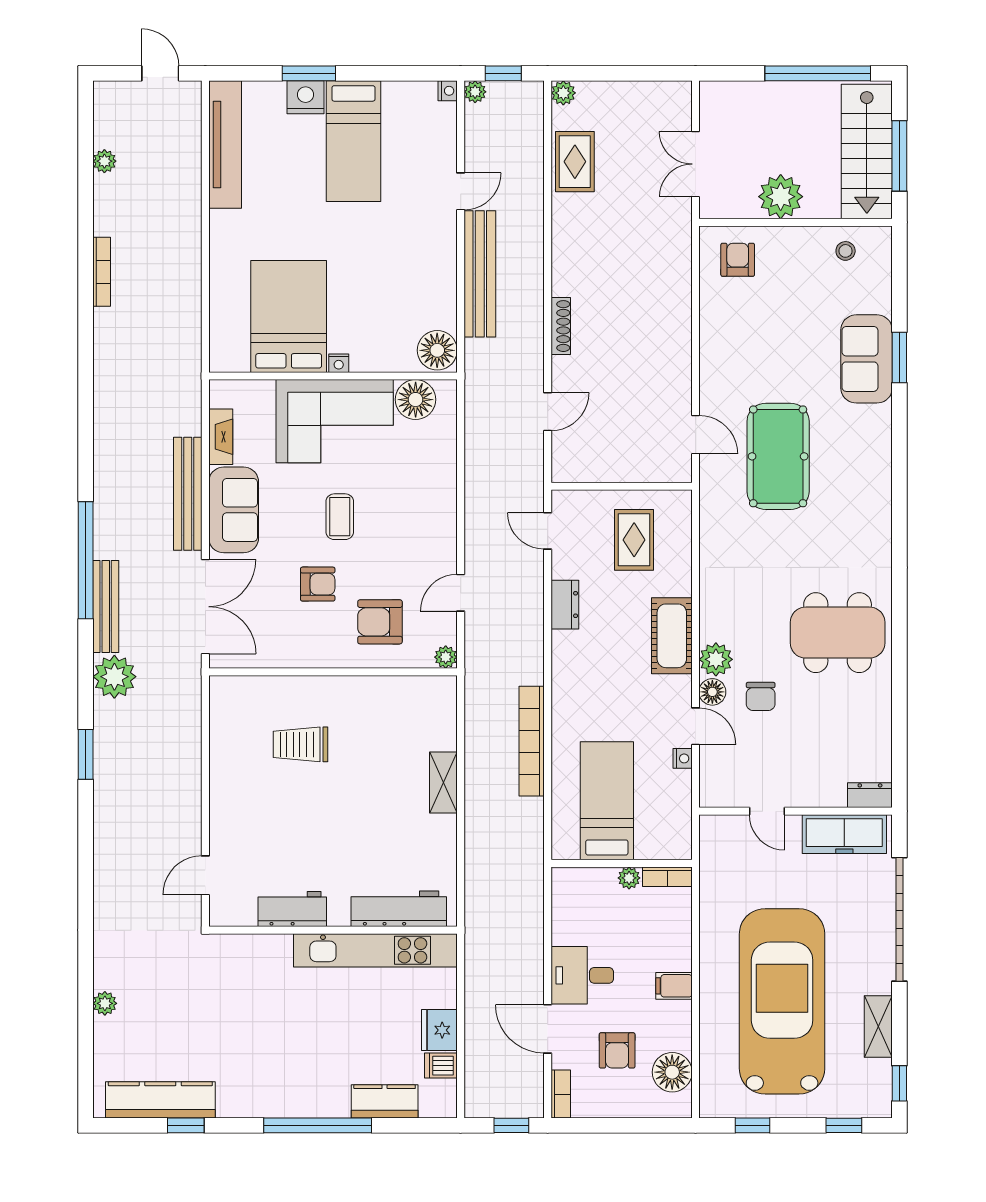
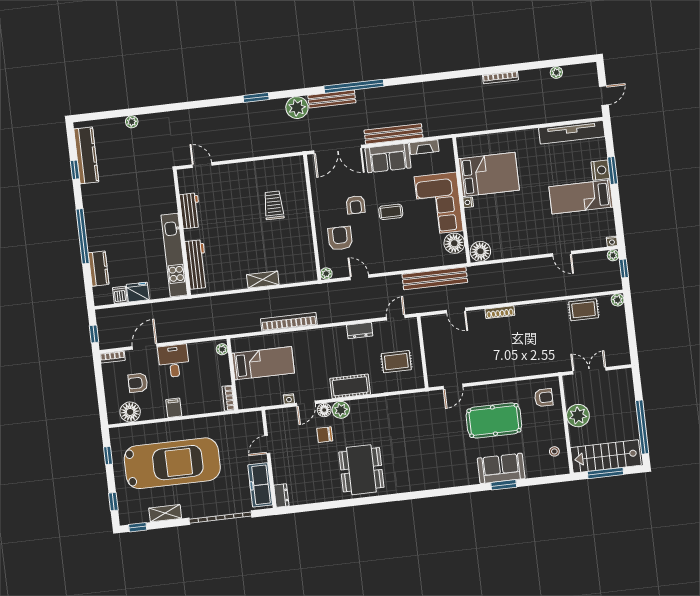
bench: (480, 274) -> (435, 278), moved
pool table: (778, 456) -> (494, 421), moved
plant: (629, 878) -> (222, 349), moved

